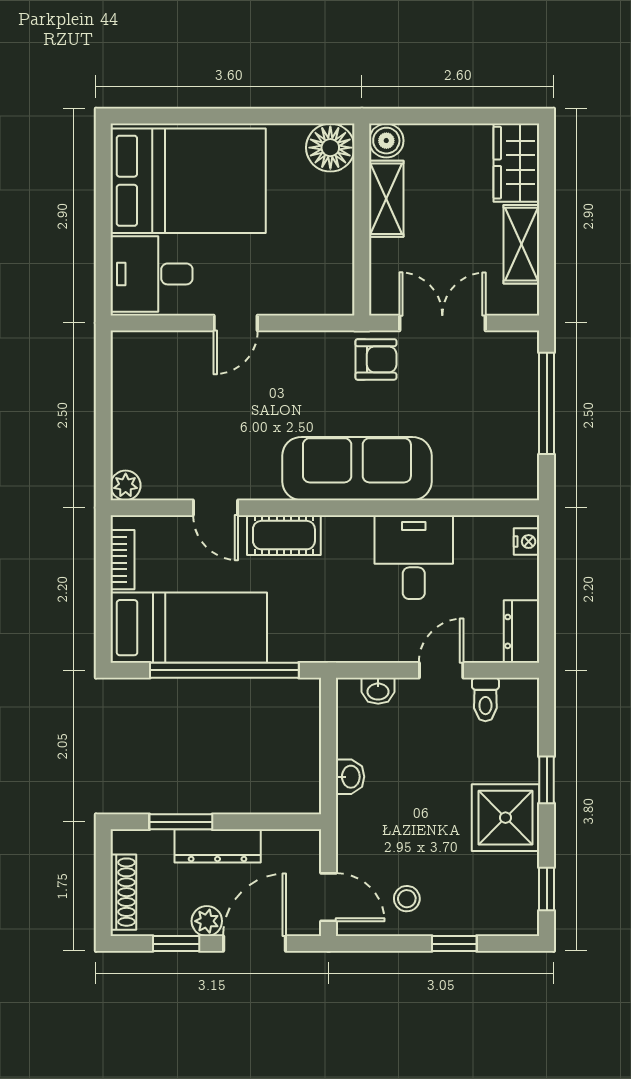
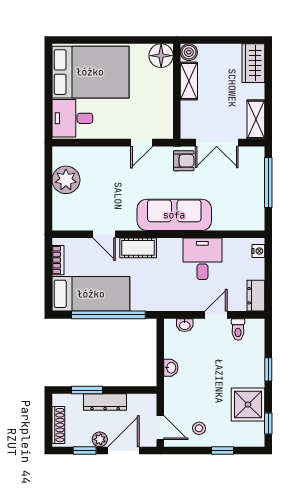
shelving: (521, 244) -> (256, 119), moved
door: (236, 323) -> (142, 143), moved
double door: (442, 323) -> (217, 143), swing flipped
plant: (126, 485) -> (66, 180), moved, width x1.87, depth x1.87
shower: (506, 818) -> (248, 405), moved

